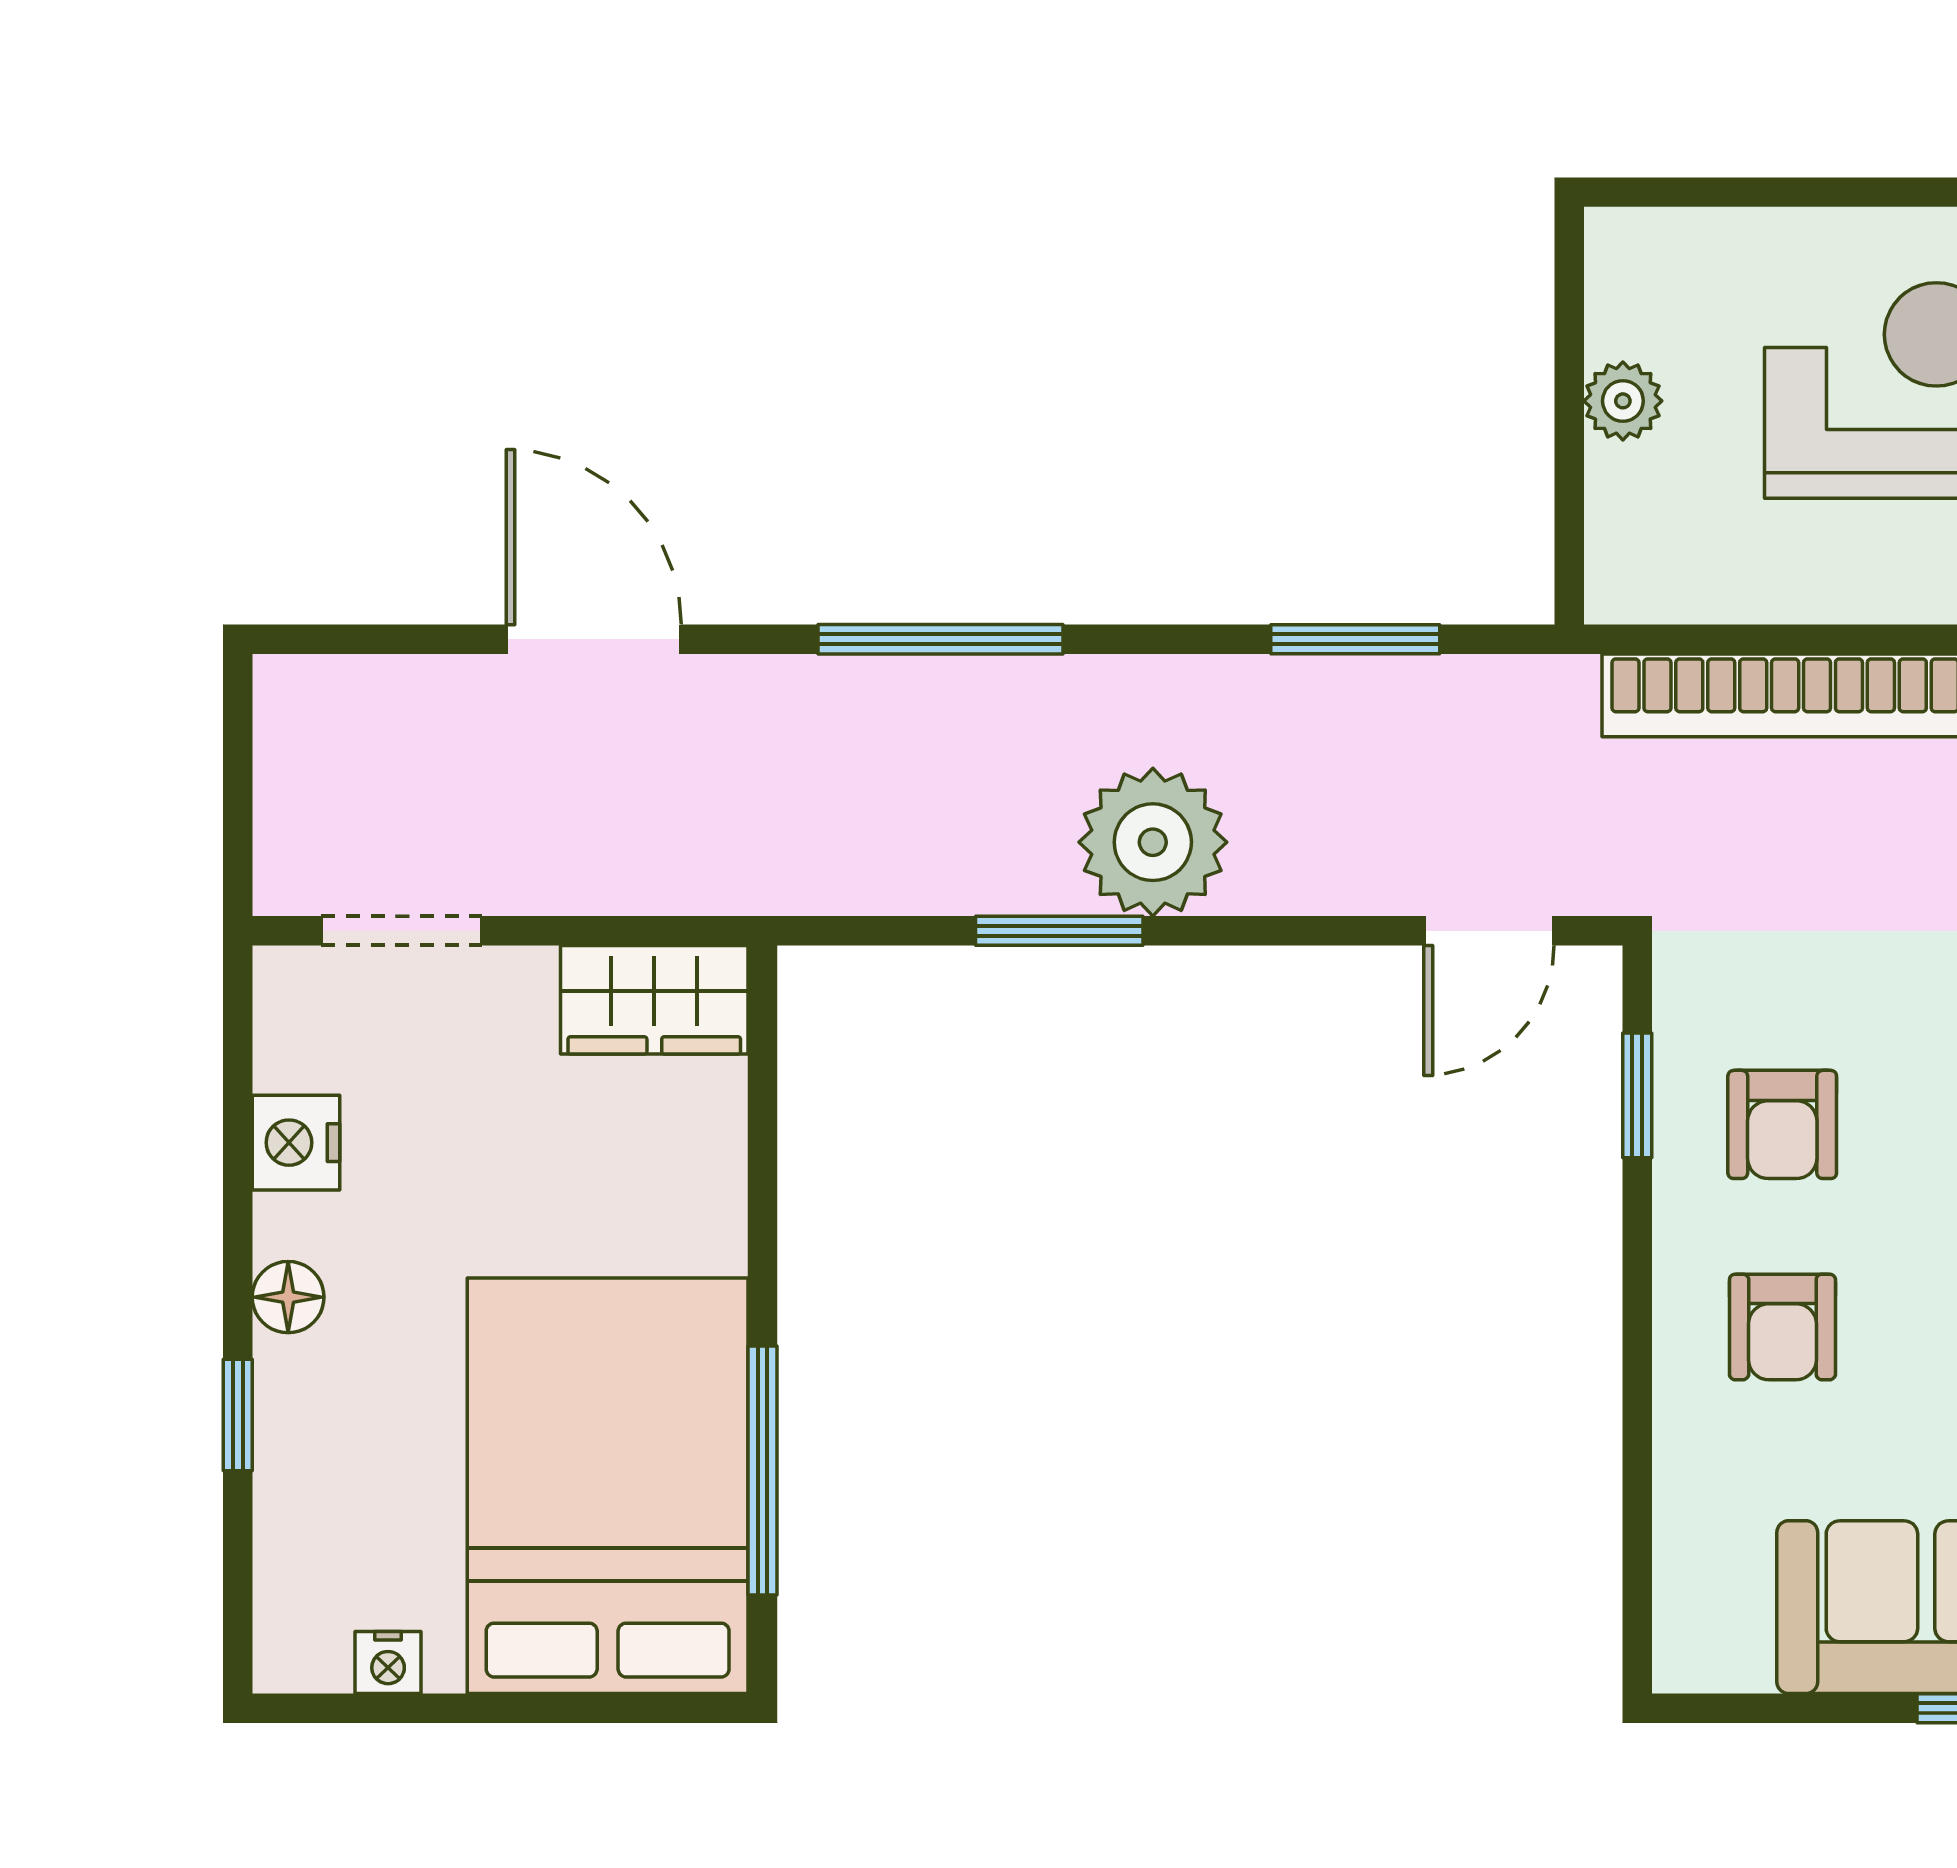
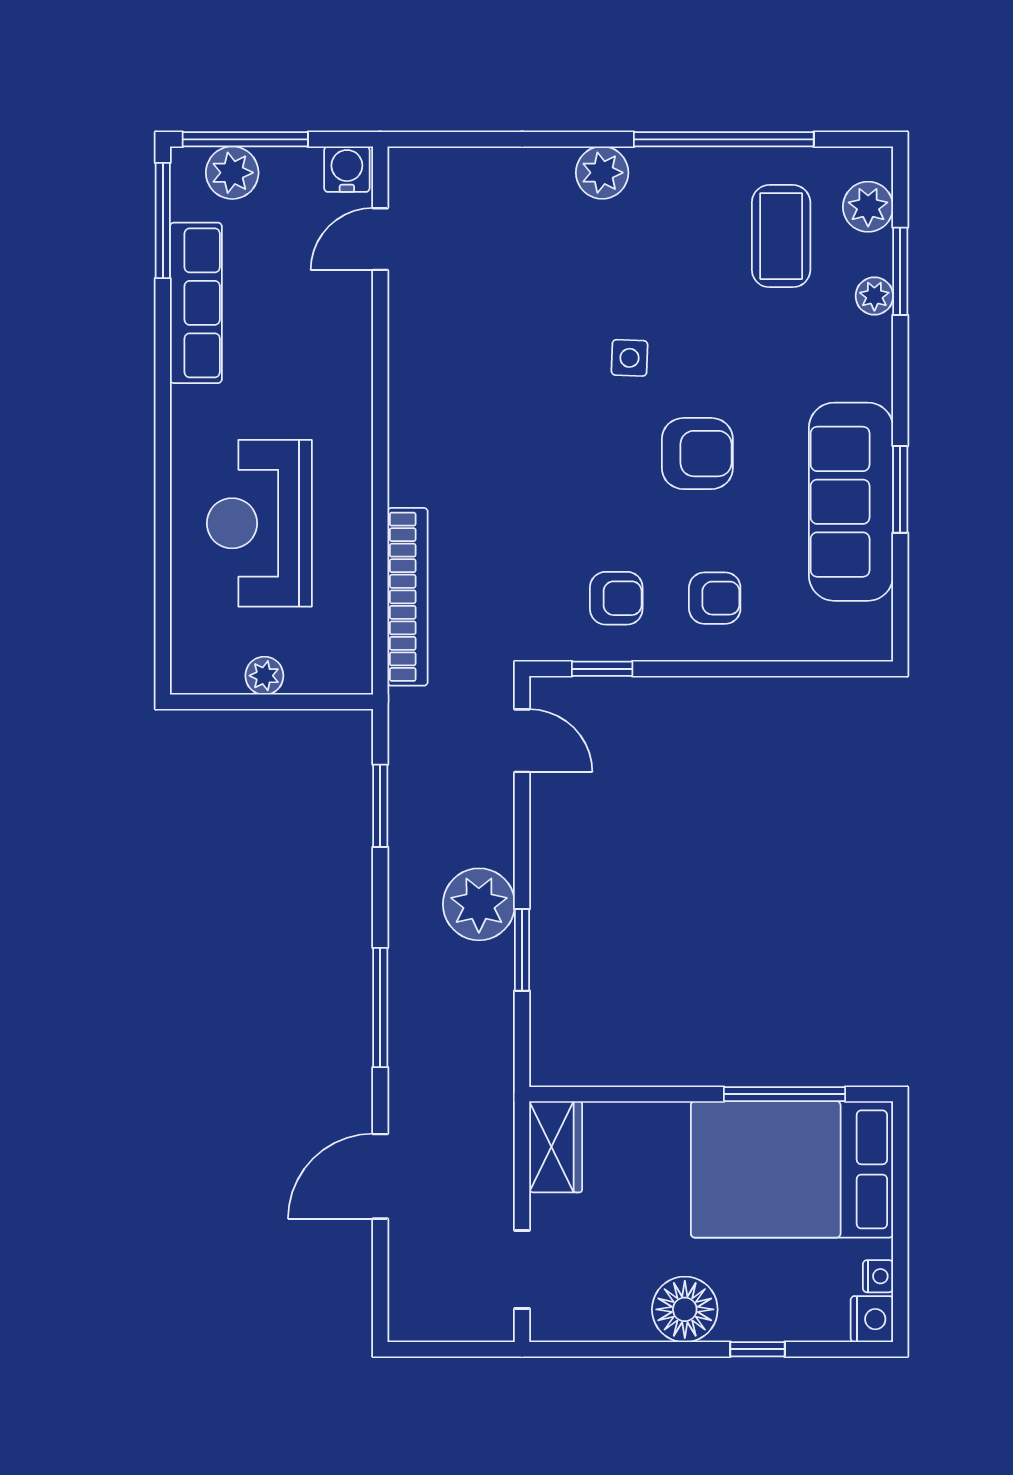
nightstand: (296, 1143) -> (872, 1319), moved, turned -90
floor lamp: (288, 1297) -> (685, 1309), width x1.89, depth x1.89

